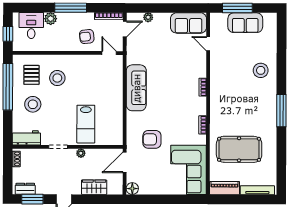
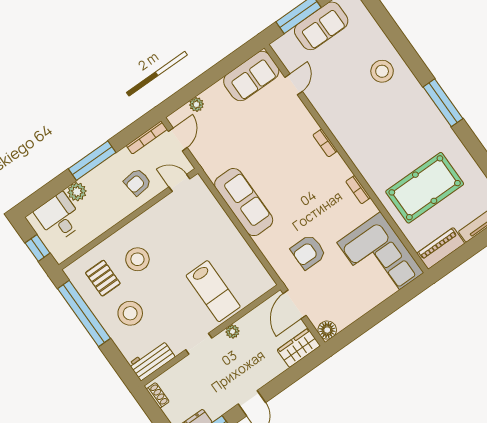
door: (208, 44) -> (294, 84), swing flipped
wardrobe: (94, 187) -> (299, 348), moved

